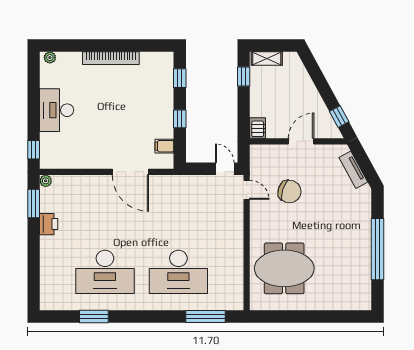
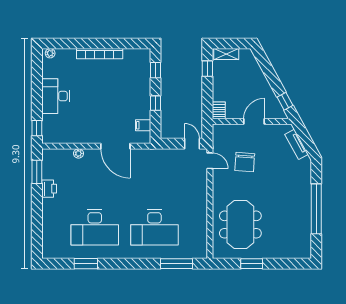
plant: (46, 181) -> (79, 153), moved
chair: (290, 192) -> (245, 162), turned 76
meeting table: (284, 268) -> (240, 225), turned 90
window: (298, 316) -> (252, 264), added

